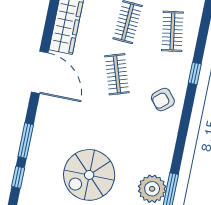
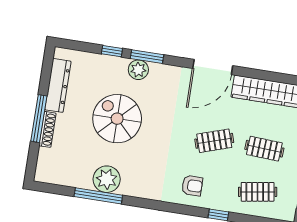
armchair: (163, 99) -> (192, 186), turned 130
plant: (39, 150) -> (138, 70), added

